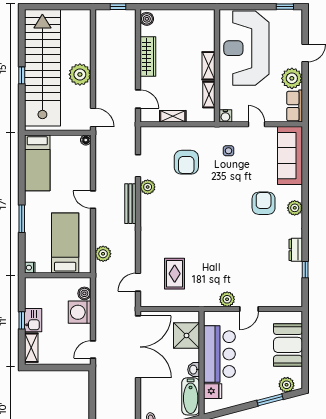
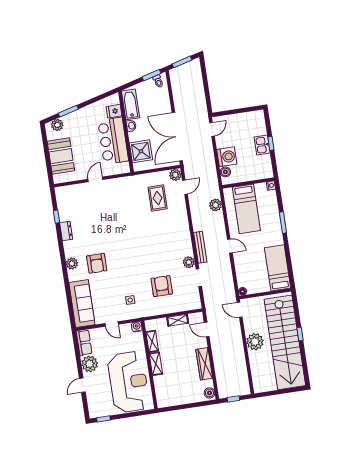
plant: (227, 299) -> (175, 175), moved
shelving: (31, 348) -> (260, 123), removed

